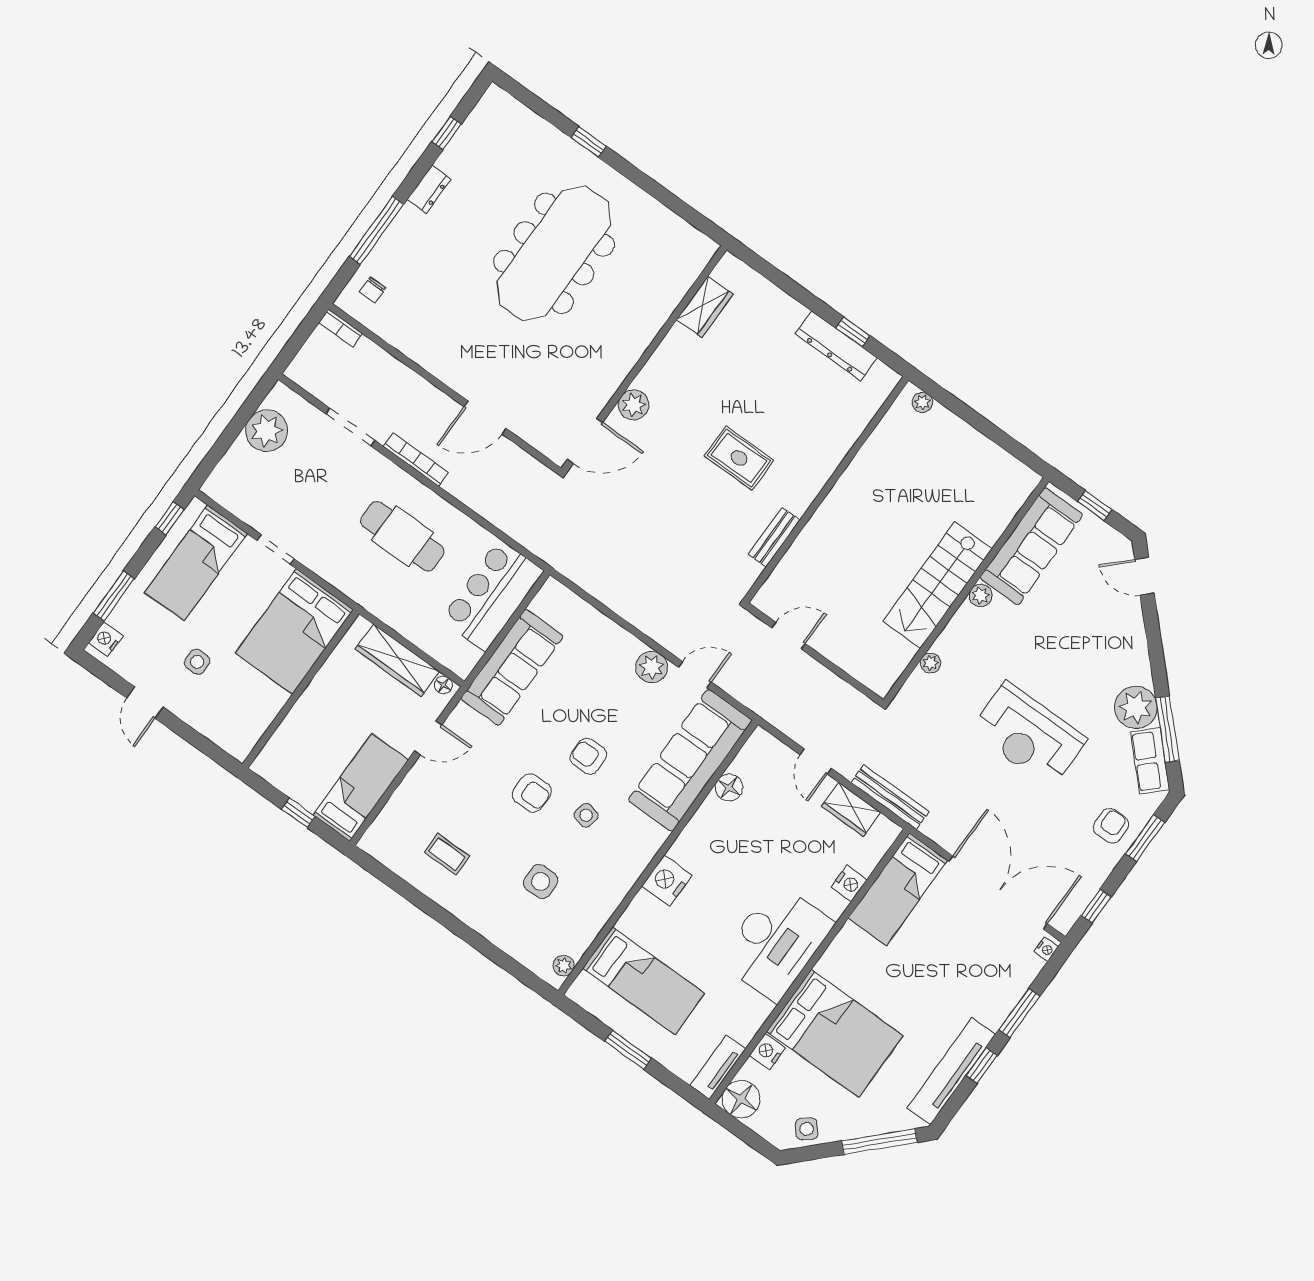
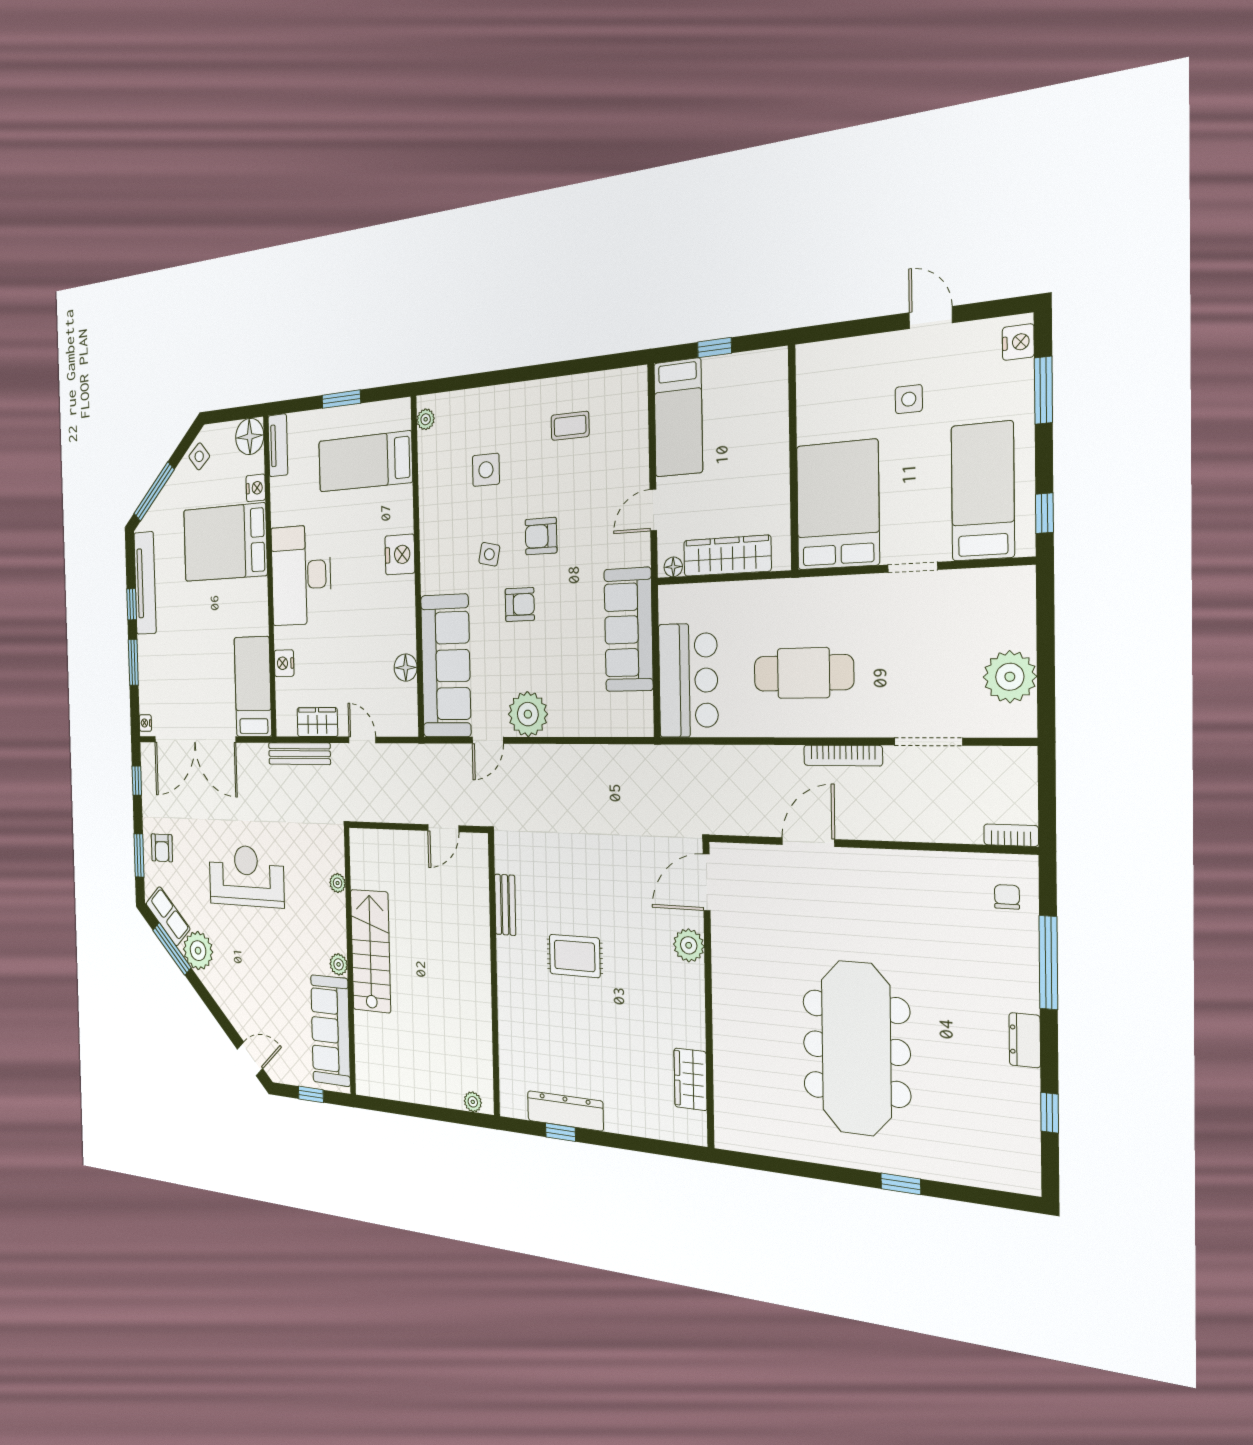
plant: (652, 667) -> (528, 714), width x1.36, depth x1.36

